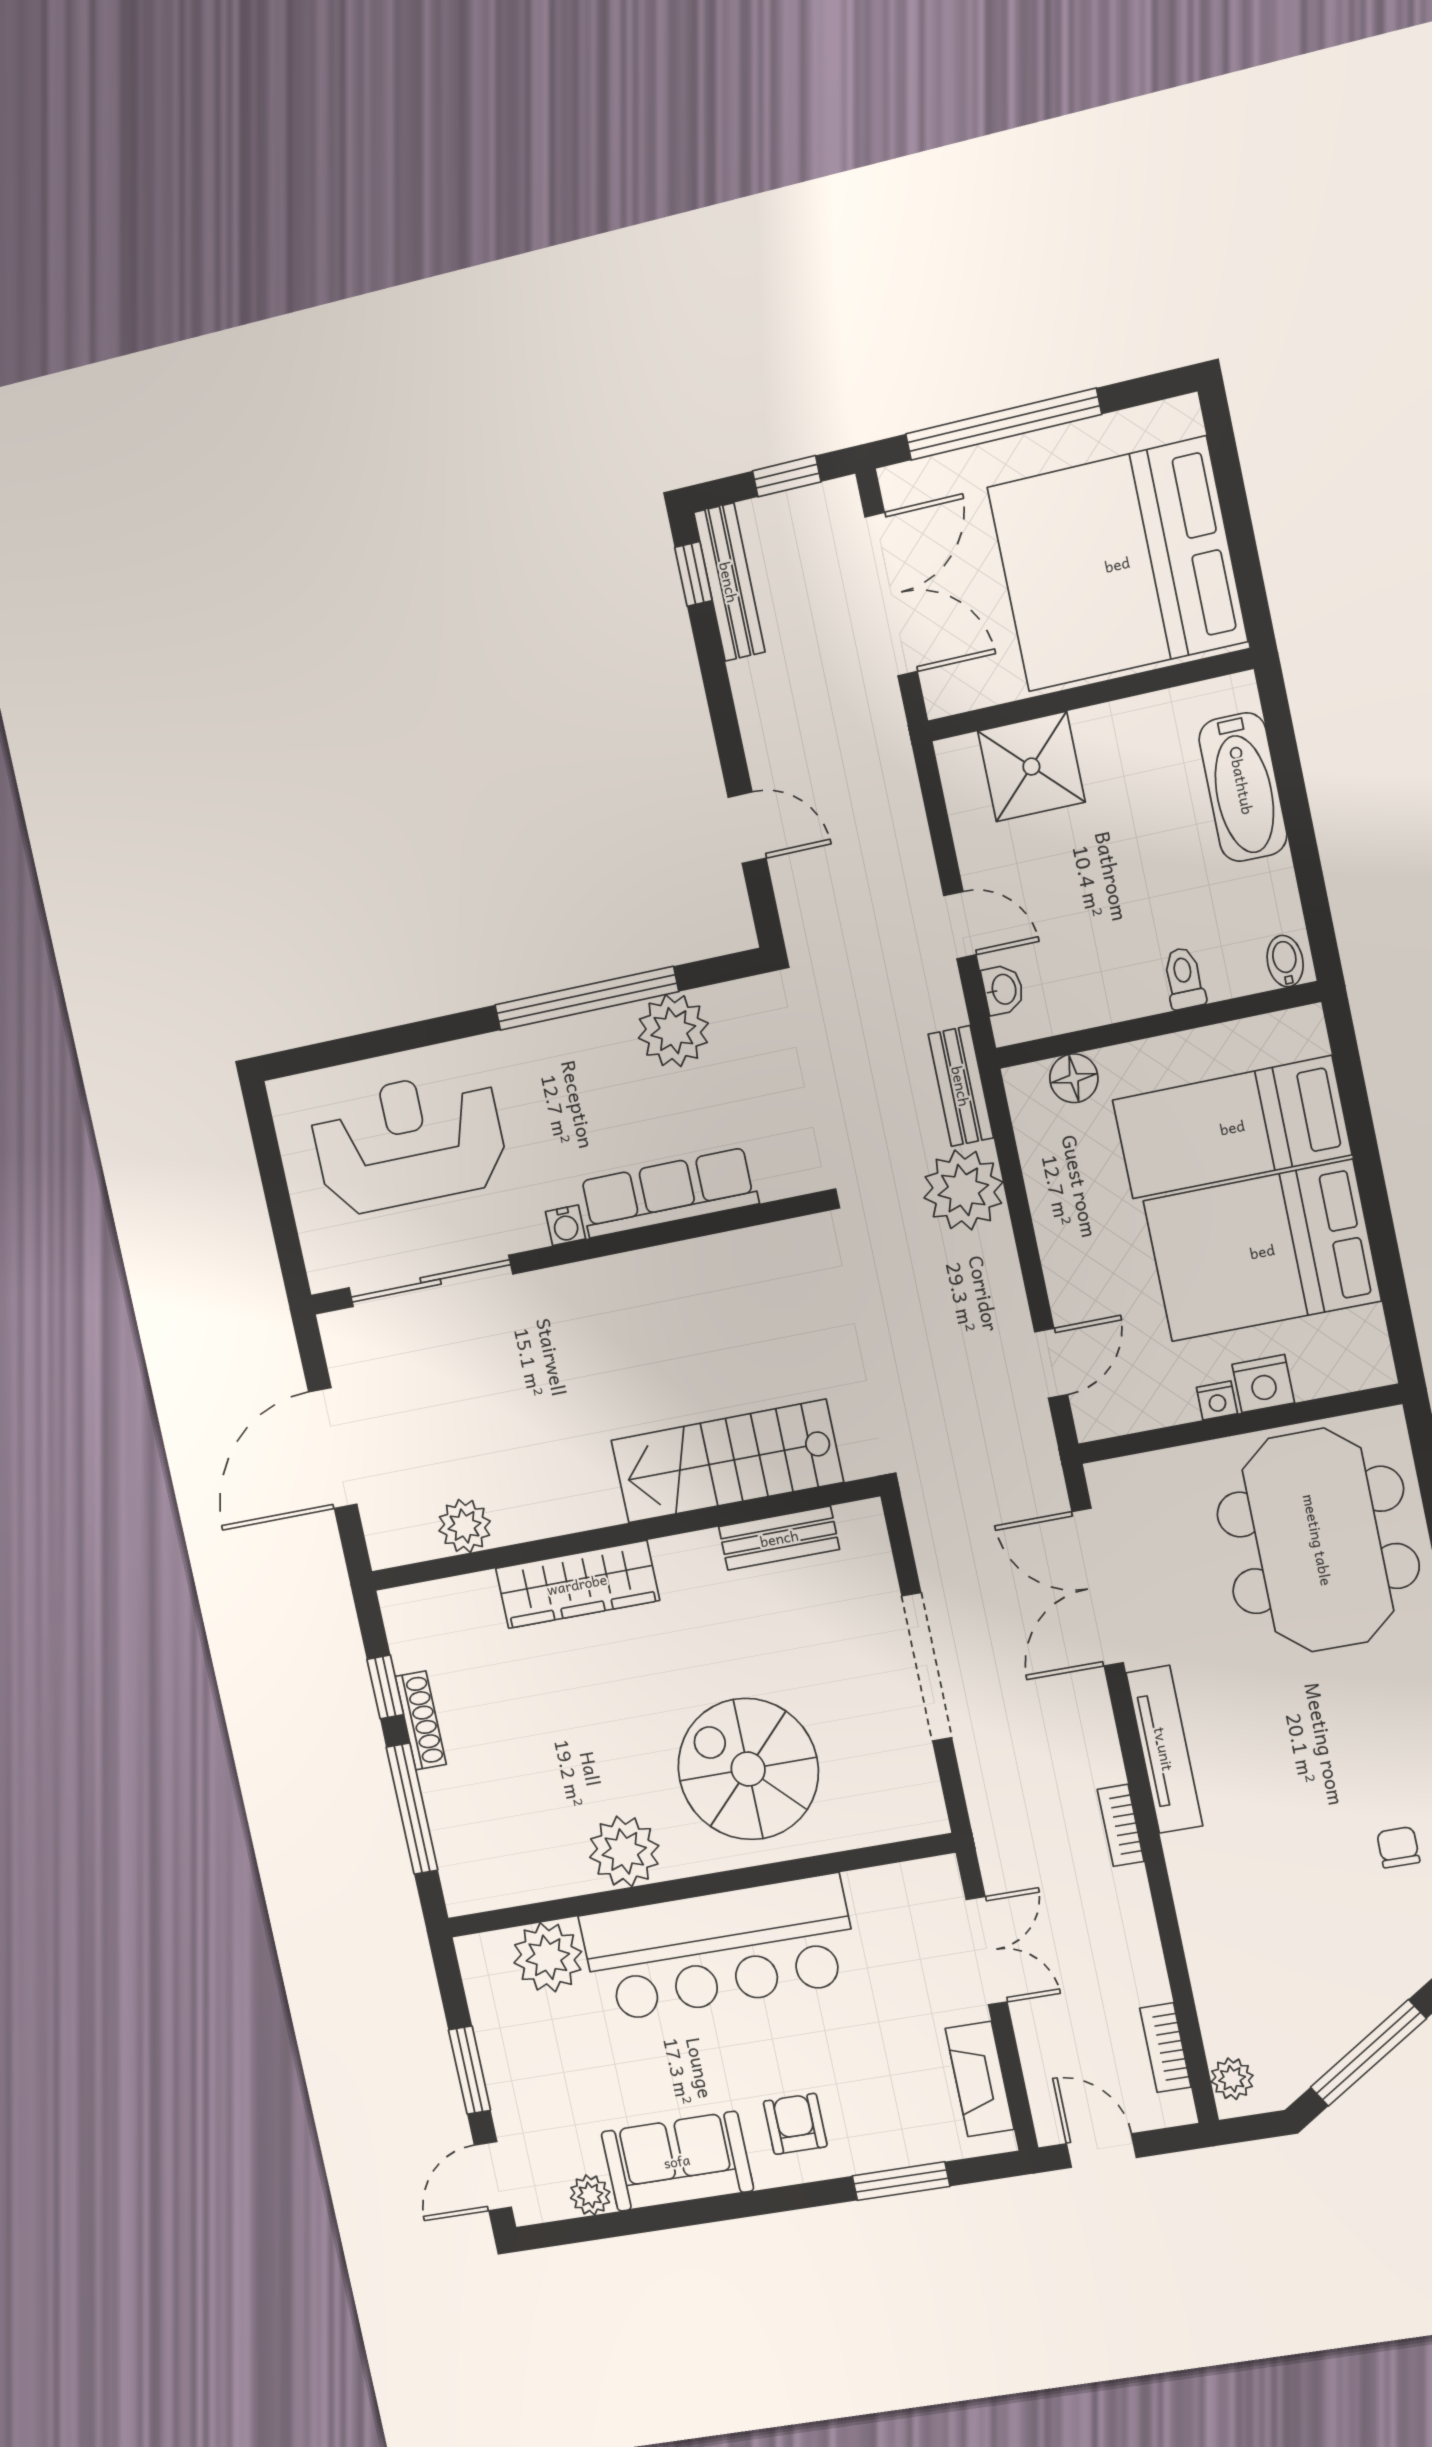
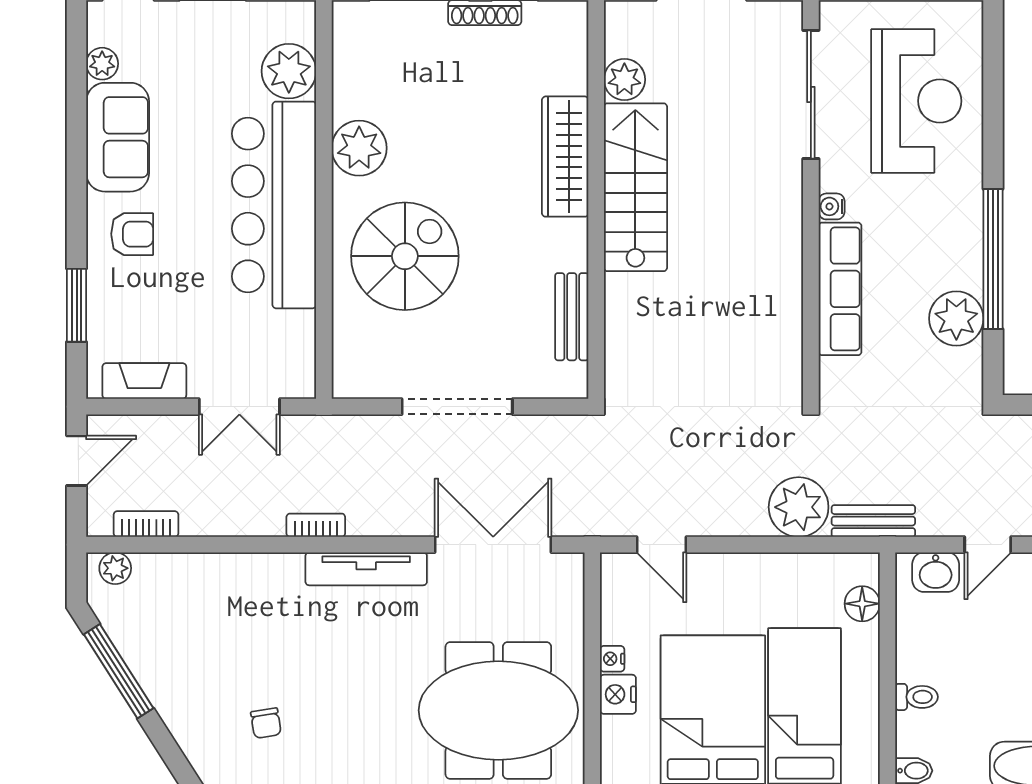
washbasin: (1003, 990) -> (936, 572), width x1.38, depth x1.45
stairs: (727, 1461) -> (635, 187), moved
chair: (1398, 1847) -> (266, 723), turned 81

